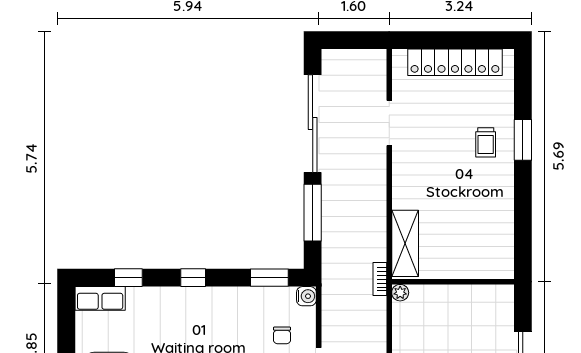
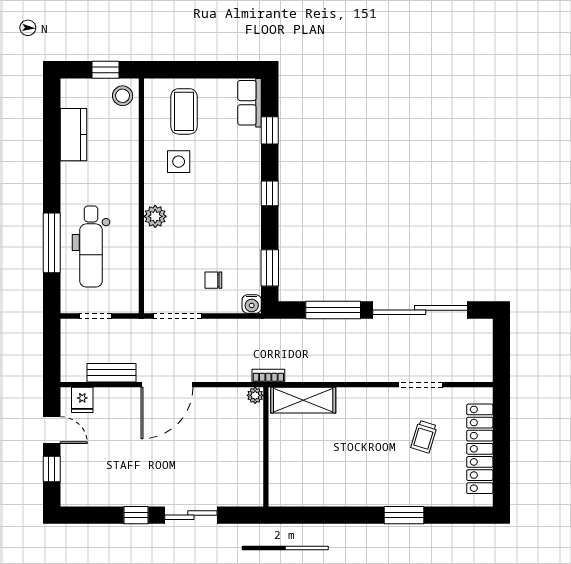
trolley: (486, 142) -> (424, 437), moved, turned -73

